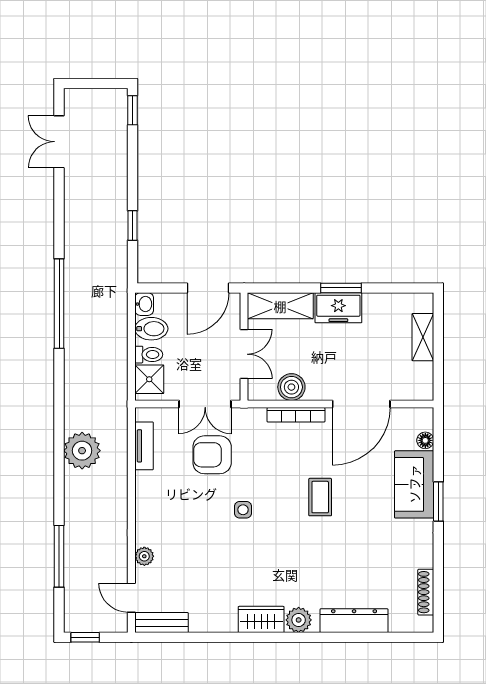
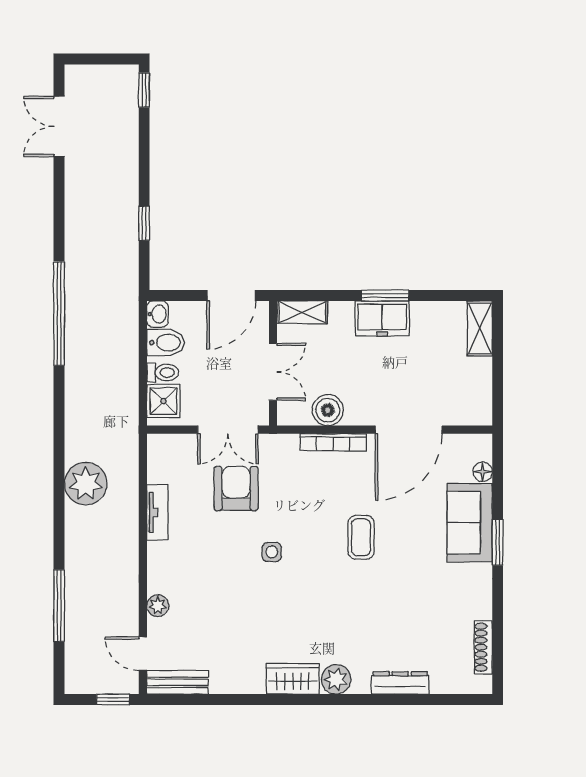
shelving: (280, 306) -> (302, 312), width x0.67, depth x0.75
shelving: (423, 337) -> (480, 328), moved
tv unit: (144, 446) -> (157, 512), moved
armchair: (212, 455) -> (236, 488), turned 90
dresser: (354, 621) -> (400, 683), width x0.73, depth x0.80
window: (85, 637) -> (113, 699), moved

